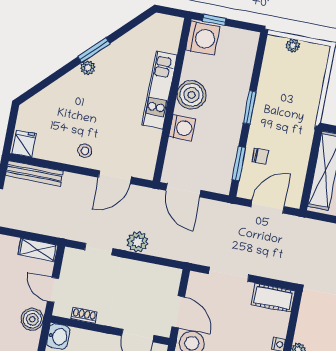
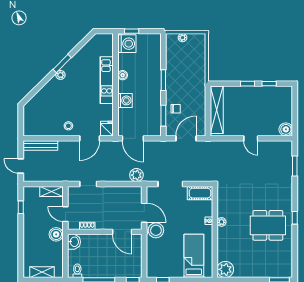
boiler: (192, 95) -> (123, 75), width x0.54, depth x0.54
fridge: (24, 144) -> (107, 129), moved
plant: (138, 242) -> (136, 175), moved

